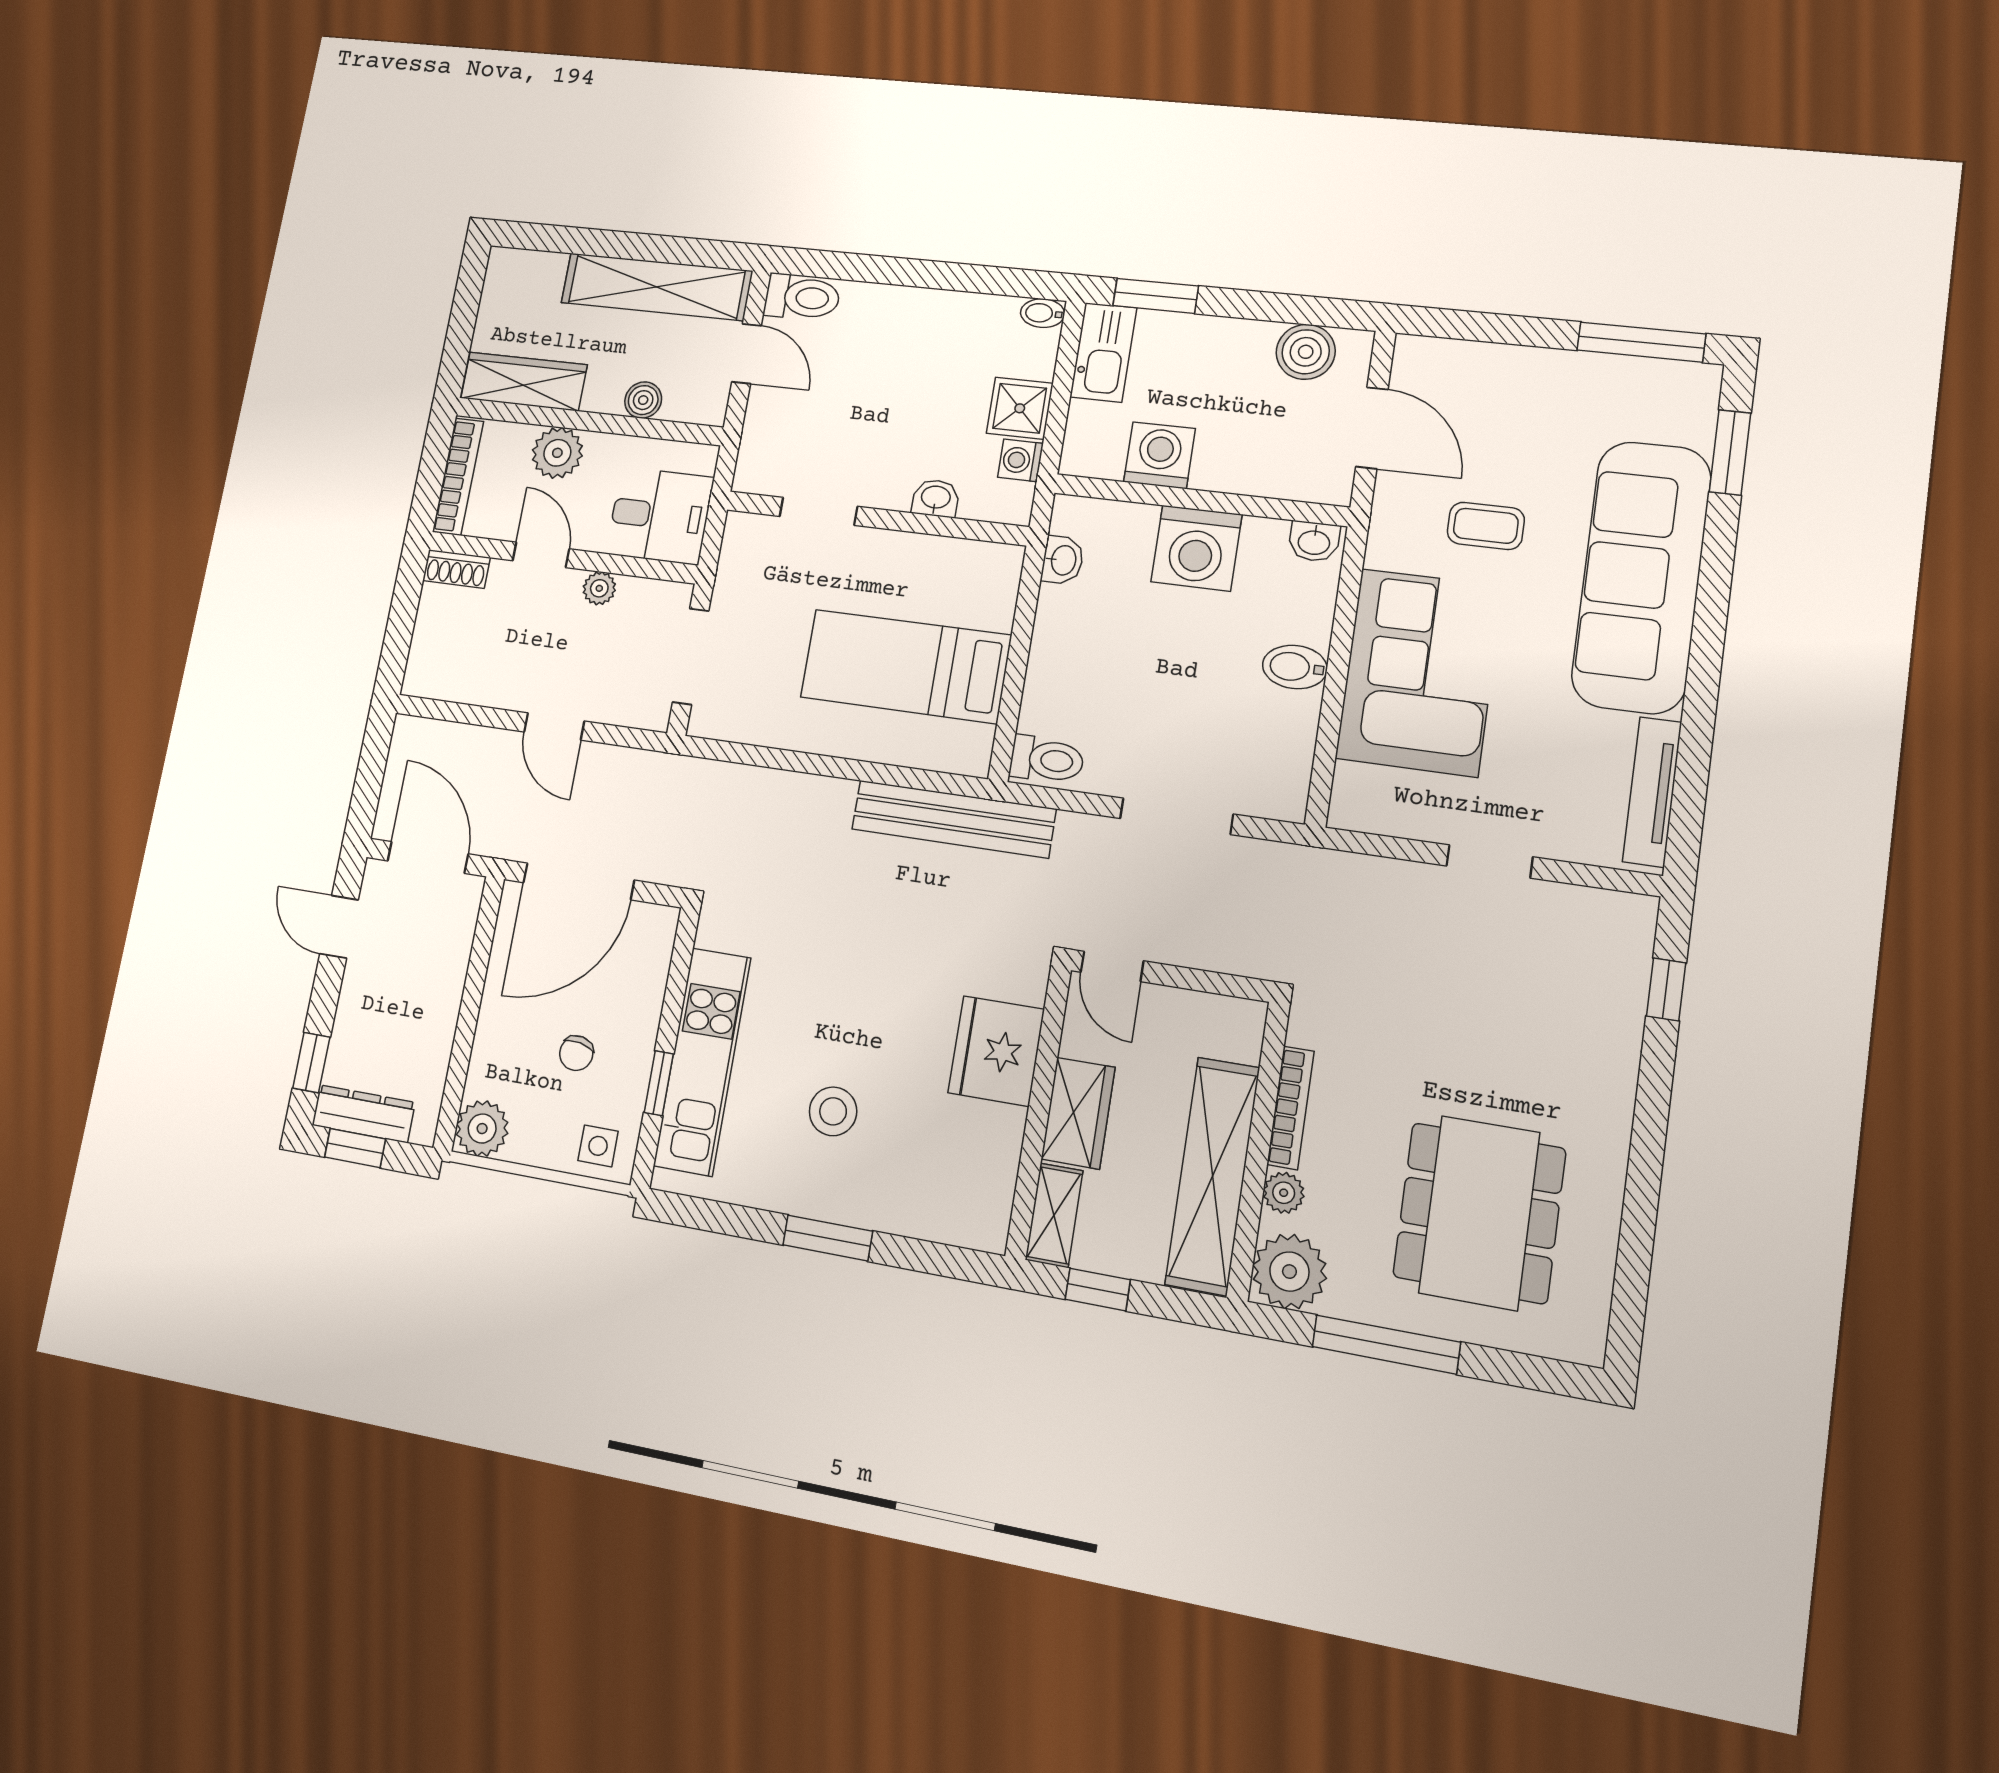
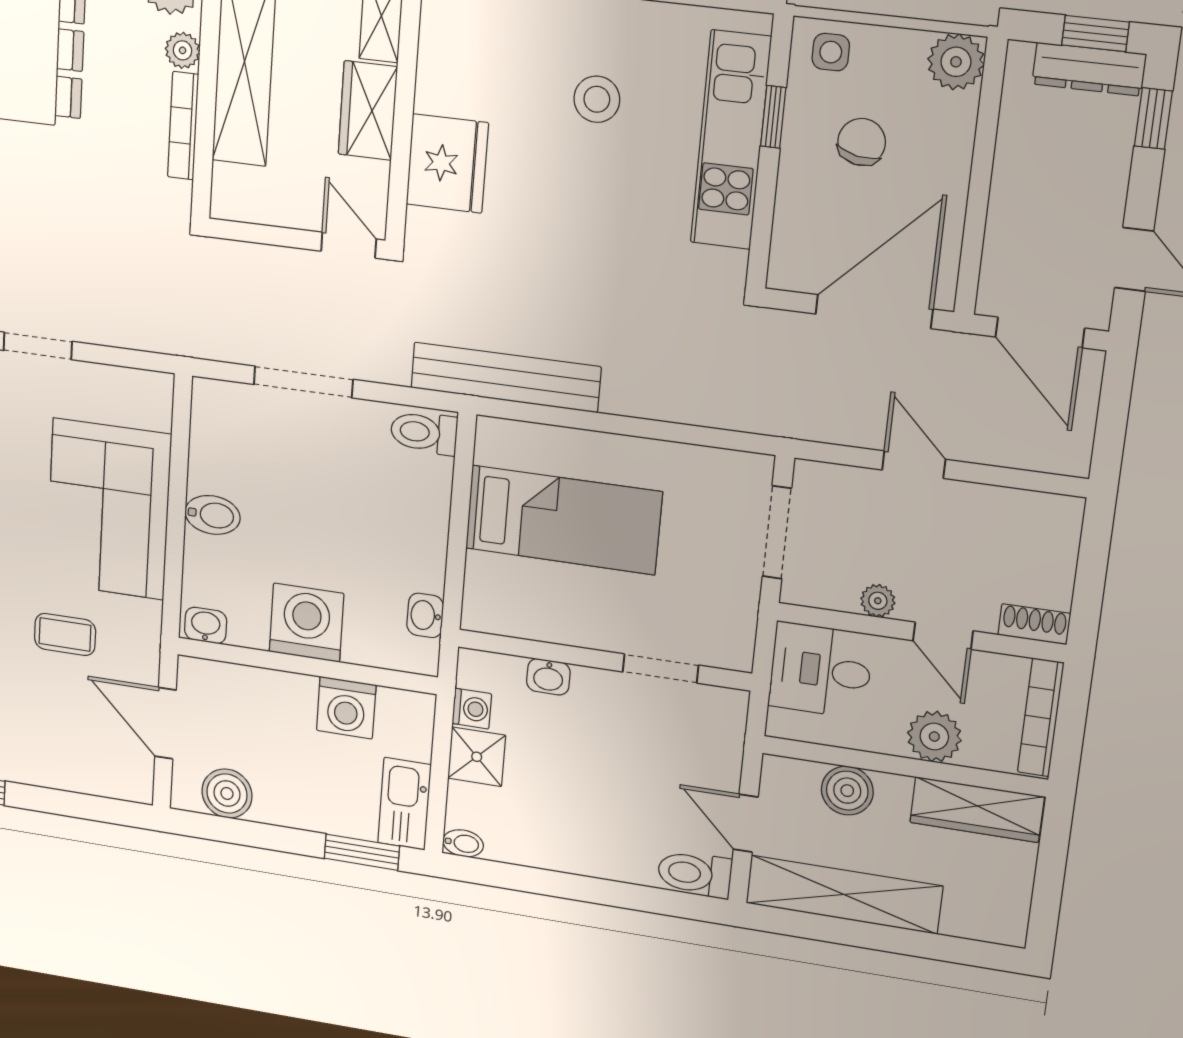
boiler: (643, 400) -> (847, 791), width x1.36, depth x1.36
chair: (576, 1053) -> (862, 142), width x1.37, depth x1.37

